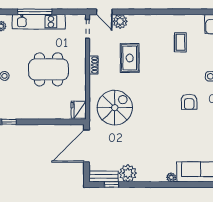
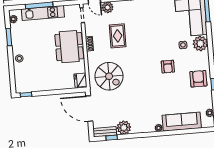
coffee table: (180, 42) -> (157, 20), removed
dining table: (49, 69) -> (69, 47), moved, turned 90
spiral stairs: (115, 108) -> (109, 76), turned 90
door: (87, 146) -> (89, 109), hinge flipped

